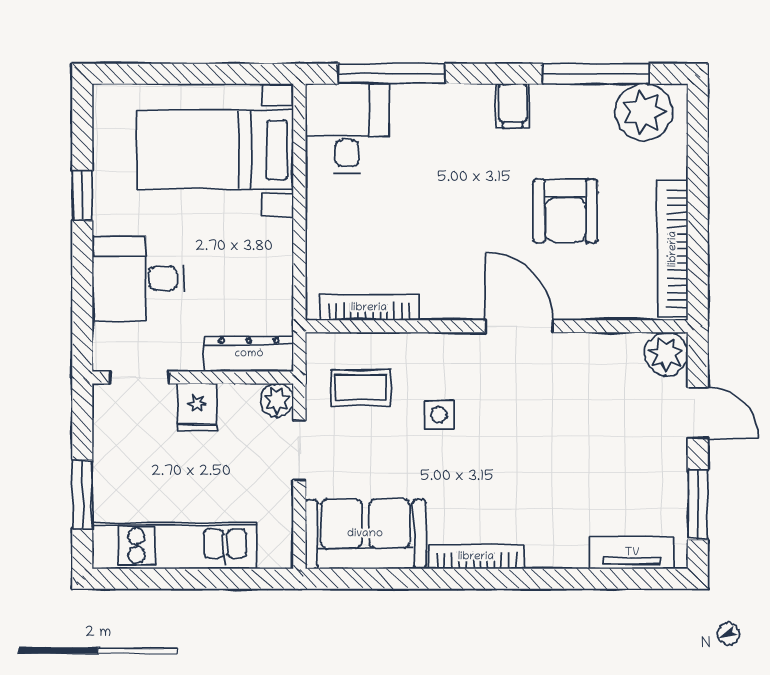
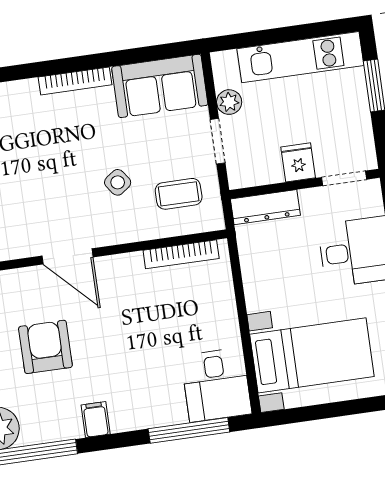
plant: (277, 400) -> (229, 102), moved
side table: (439, 415) -> (118, 182), turned -36

